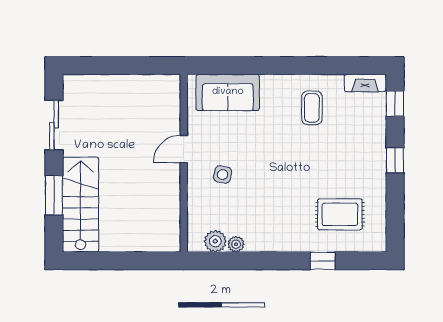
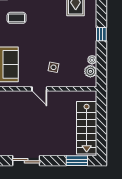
window: (54, 195) -> (77, 161), moved
stairs: (81, 205) -> (87, 128), moved, turned -90
window: (323, 261) -> (101, 34), moved

